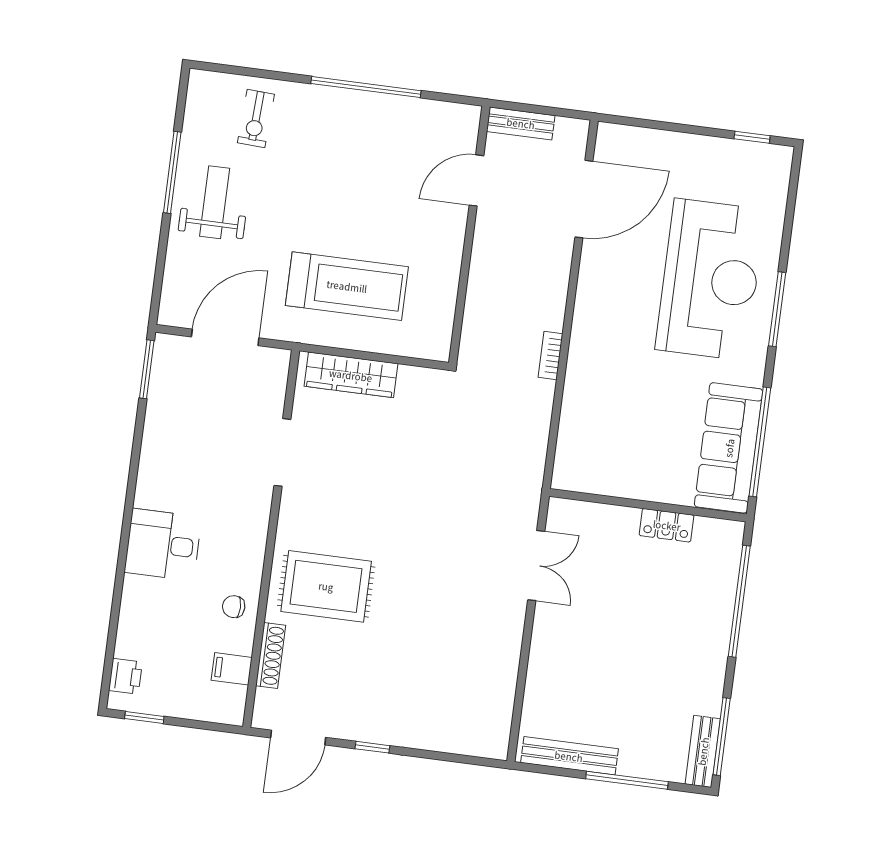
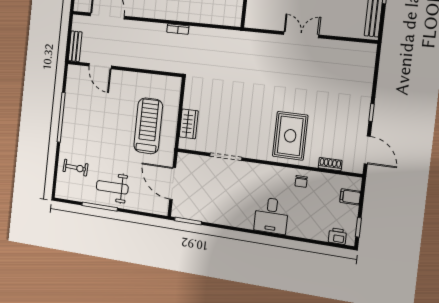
wardrobe: (351, 375) -> (189, 124), width x0.67
double door: (536, 566) -> (301, 35), moved
shoe rack: (271, 655) -> (330, 164), width x0.70
filing cabinet: (232, 669) -> (350, 197), moved, turned 90

